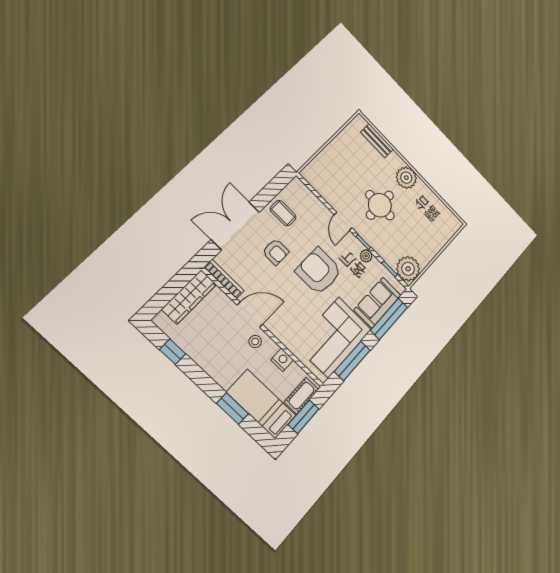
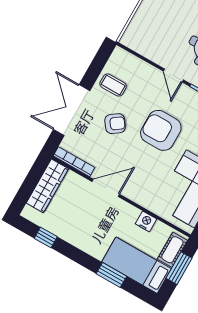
armchair: (276, 252) -> (115, 124), turned -36
stool: (255, 341) -> (117, 211), removed

